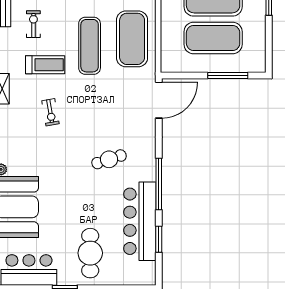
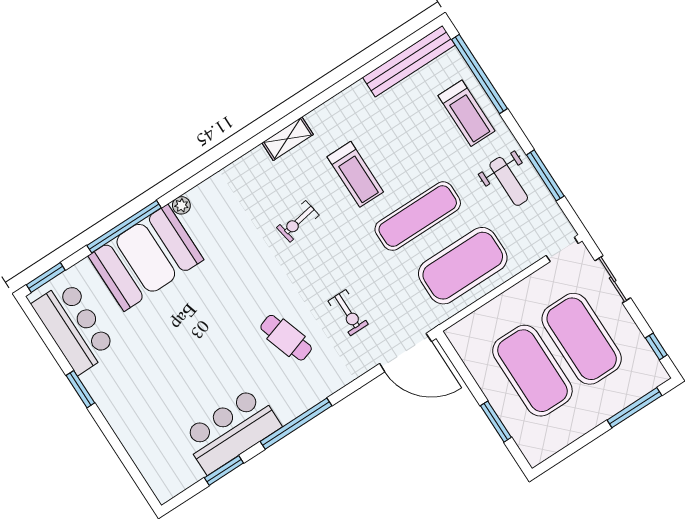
exercise bike: (33, 24) -> (348, 313), moved, turned 90
window: (228, 76) -> (496, 422), width x0.69
bar counter: (140, 221) -> (231, 430), width x0.73
cafe table: (90, 253) -> (148, 393), removed

